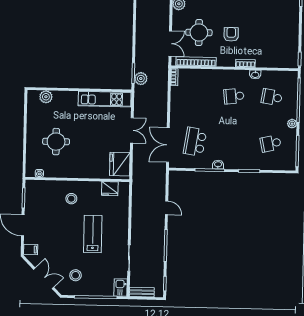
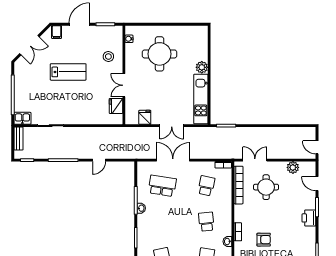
armchair: (231, 34) -> (264, 240), moved
double door: (170, 44) -> (255, 160), swing flipped
plant: (141, 79) -> (221, 133), removed
school desk: (196, 95) -> (206, 186), added
plant: (46, 97) -> (202, 67), moved
round table: (56, 142) -> (160, 54), width x1.36, depth x1.36
double door: (168, 145) -> (173, 160), moved
fridge: (120, 164) -> (145, 117), width x0.53, depth x0.75
double door: (88, 180) -> (124, 85), added
stool: (71, 199) -> (108, 57), moved
lab bench: (93, 234) -> (68, 72), moved
stool: (76, 275) -> (33, 75), removed

